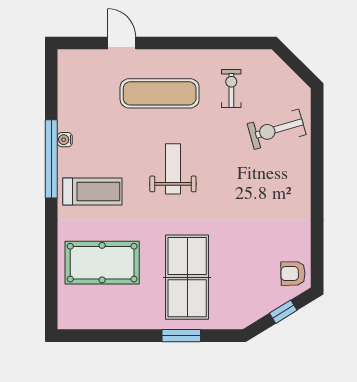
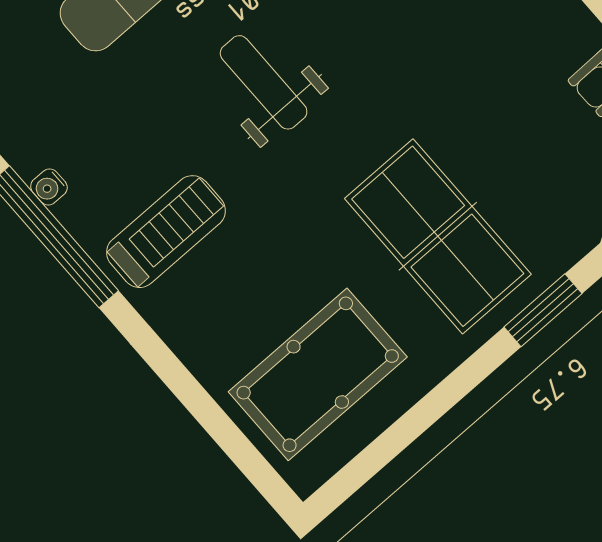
pool table: (102, 263) -> (318, 374), moved
window: (181, 336) -> (543, 310), moved

